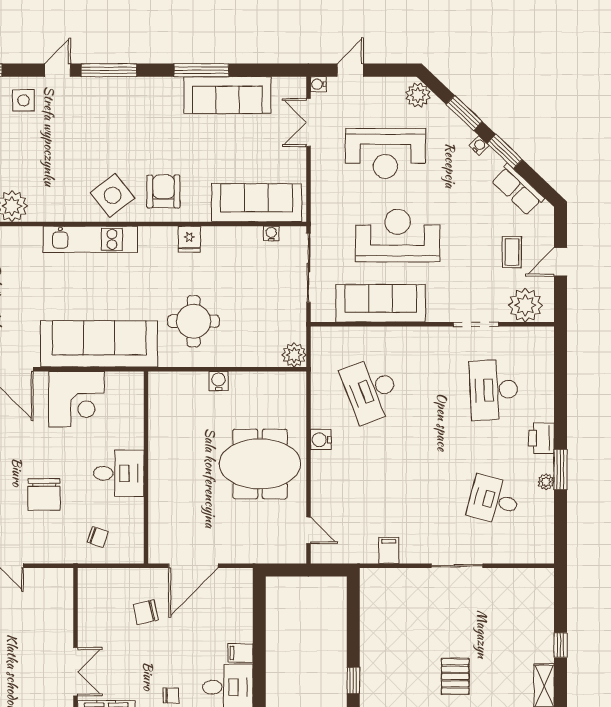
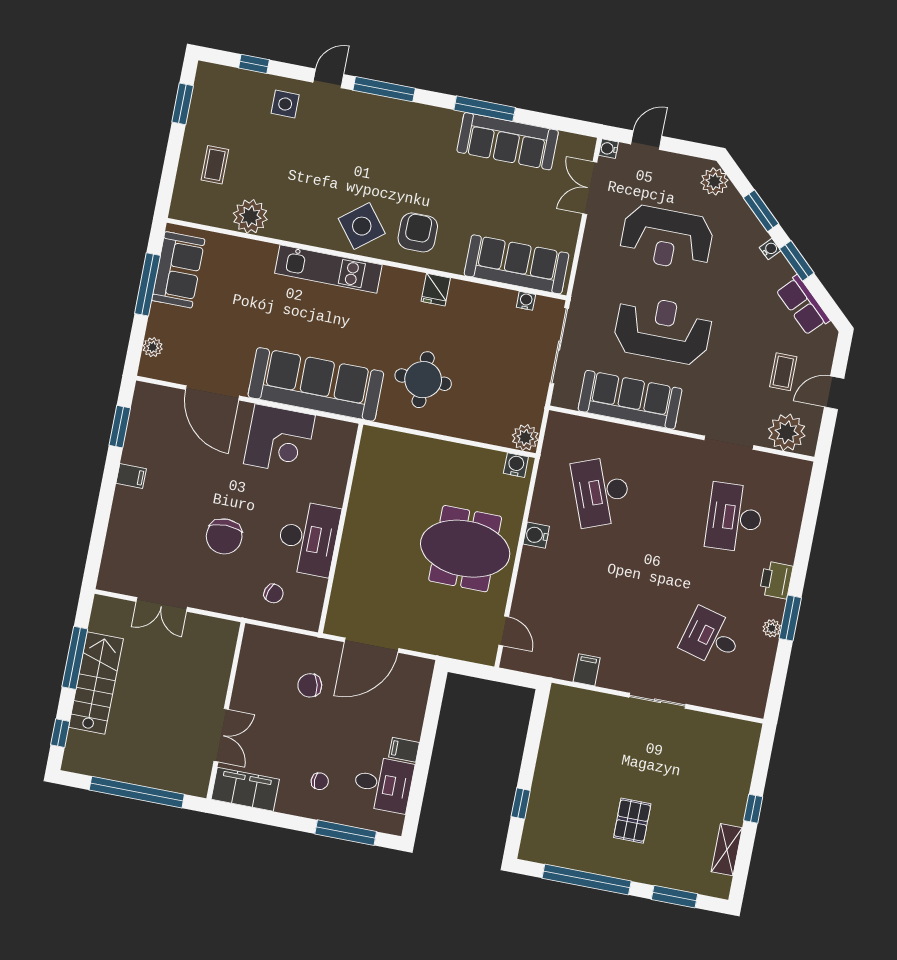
water cooler: (219, 381) -> (516, 465), moved
desk: (119, 473) -> (308, 538), width x1.37

